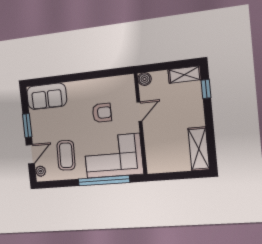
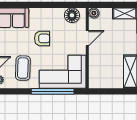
floor lamp: (118, 85) -> (72, 15), added
armchair: (102, 113) -> (42, 38), moved

